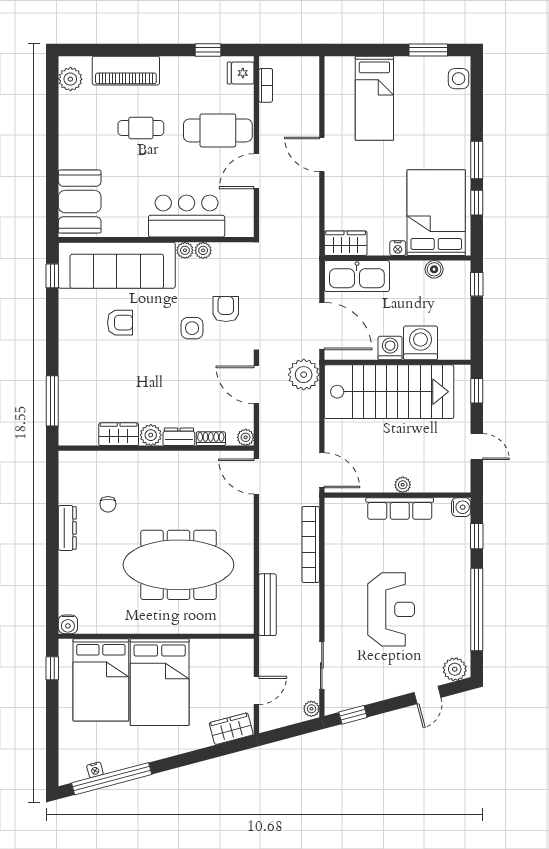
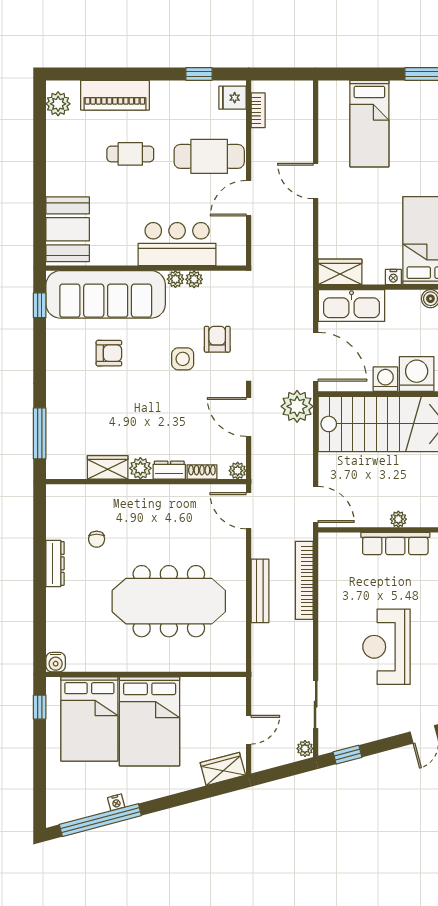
bench: (268, 605) -> (260, 591), moved
reception desk: (391, 609) -> (387, 647), turned 180
nightstand: (95, 770) -> (116, 802), moved

